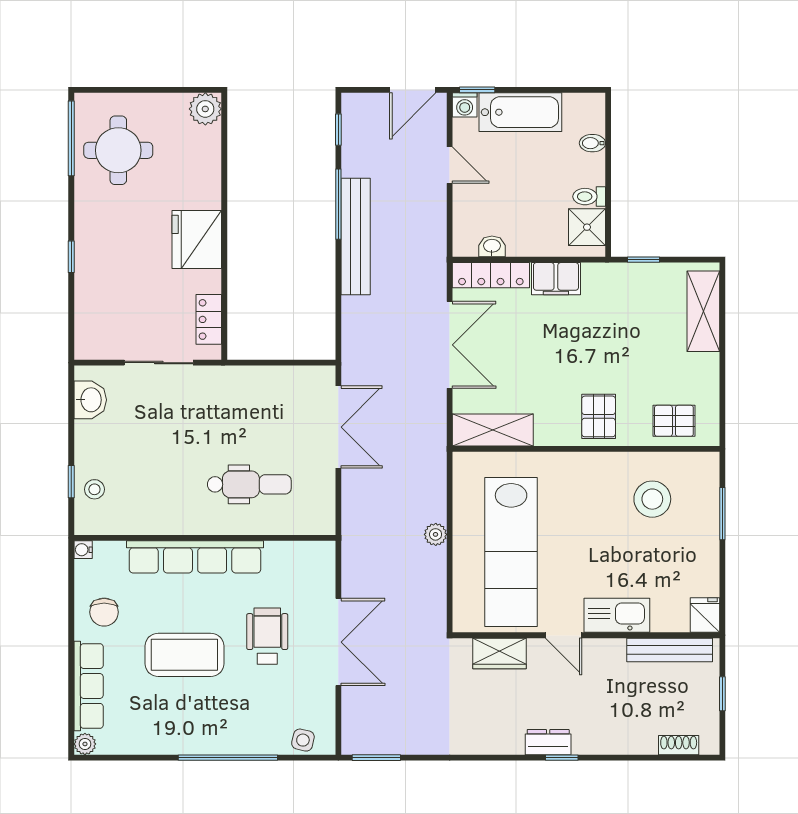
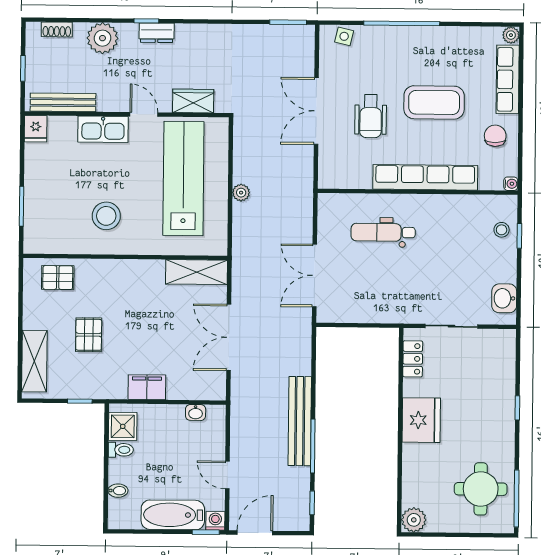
locker: (491, 275) -> (197, 390), removed
pallet: (599, 416) -> (89, 335), moved
stool: (652, 499) -> (106, 216), moved
plant: (619, 734) -> (102, 38), added

